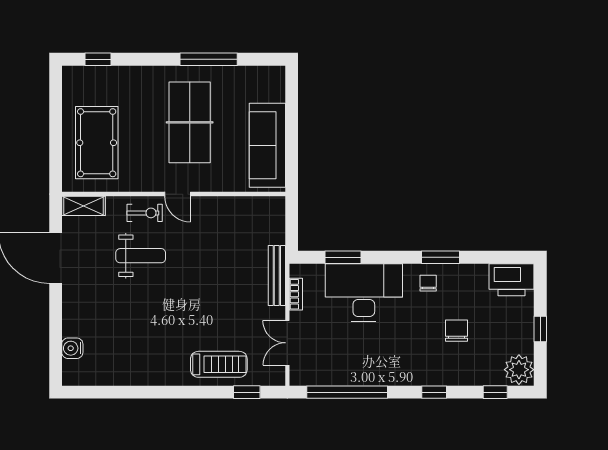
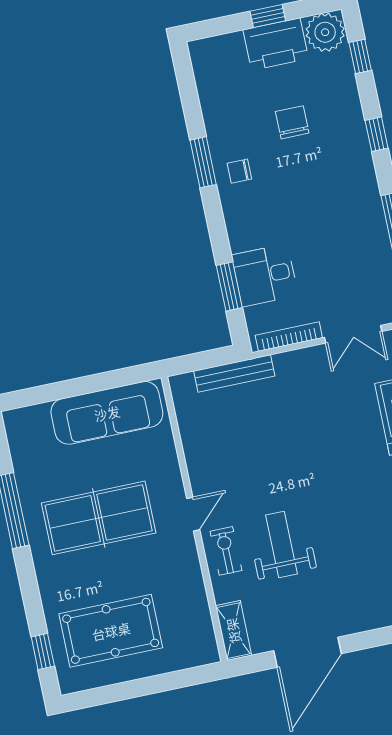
pool table: (97, 143) -> (111, 631), moved
bench: (277, 275) -> (234, 373), moved
printer: (511, 280) -> (276, 44), moved, turned 90
desk: (364, 292) -> (265, 275), width x0.53, depth x0.77
bookcase: (296, 294) -> (289, 337), width x1.56
chair: (456, 331) -> (292, 122), turned 90

